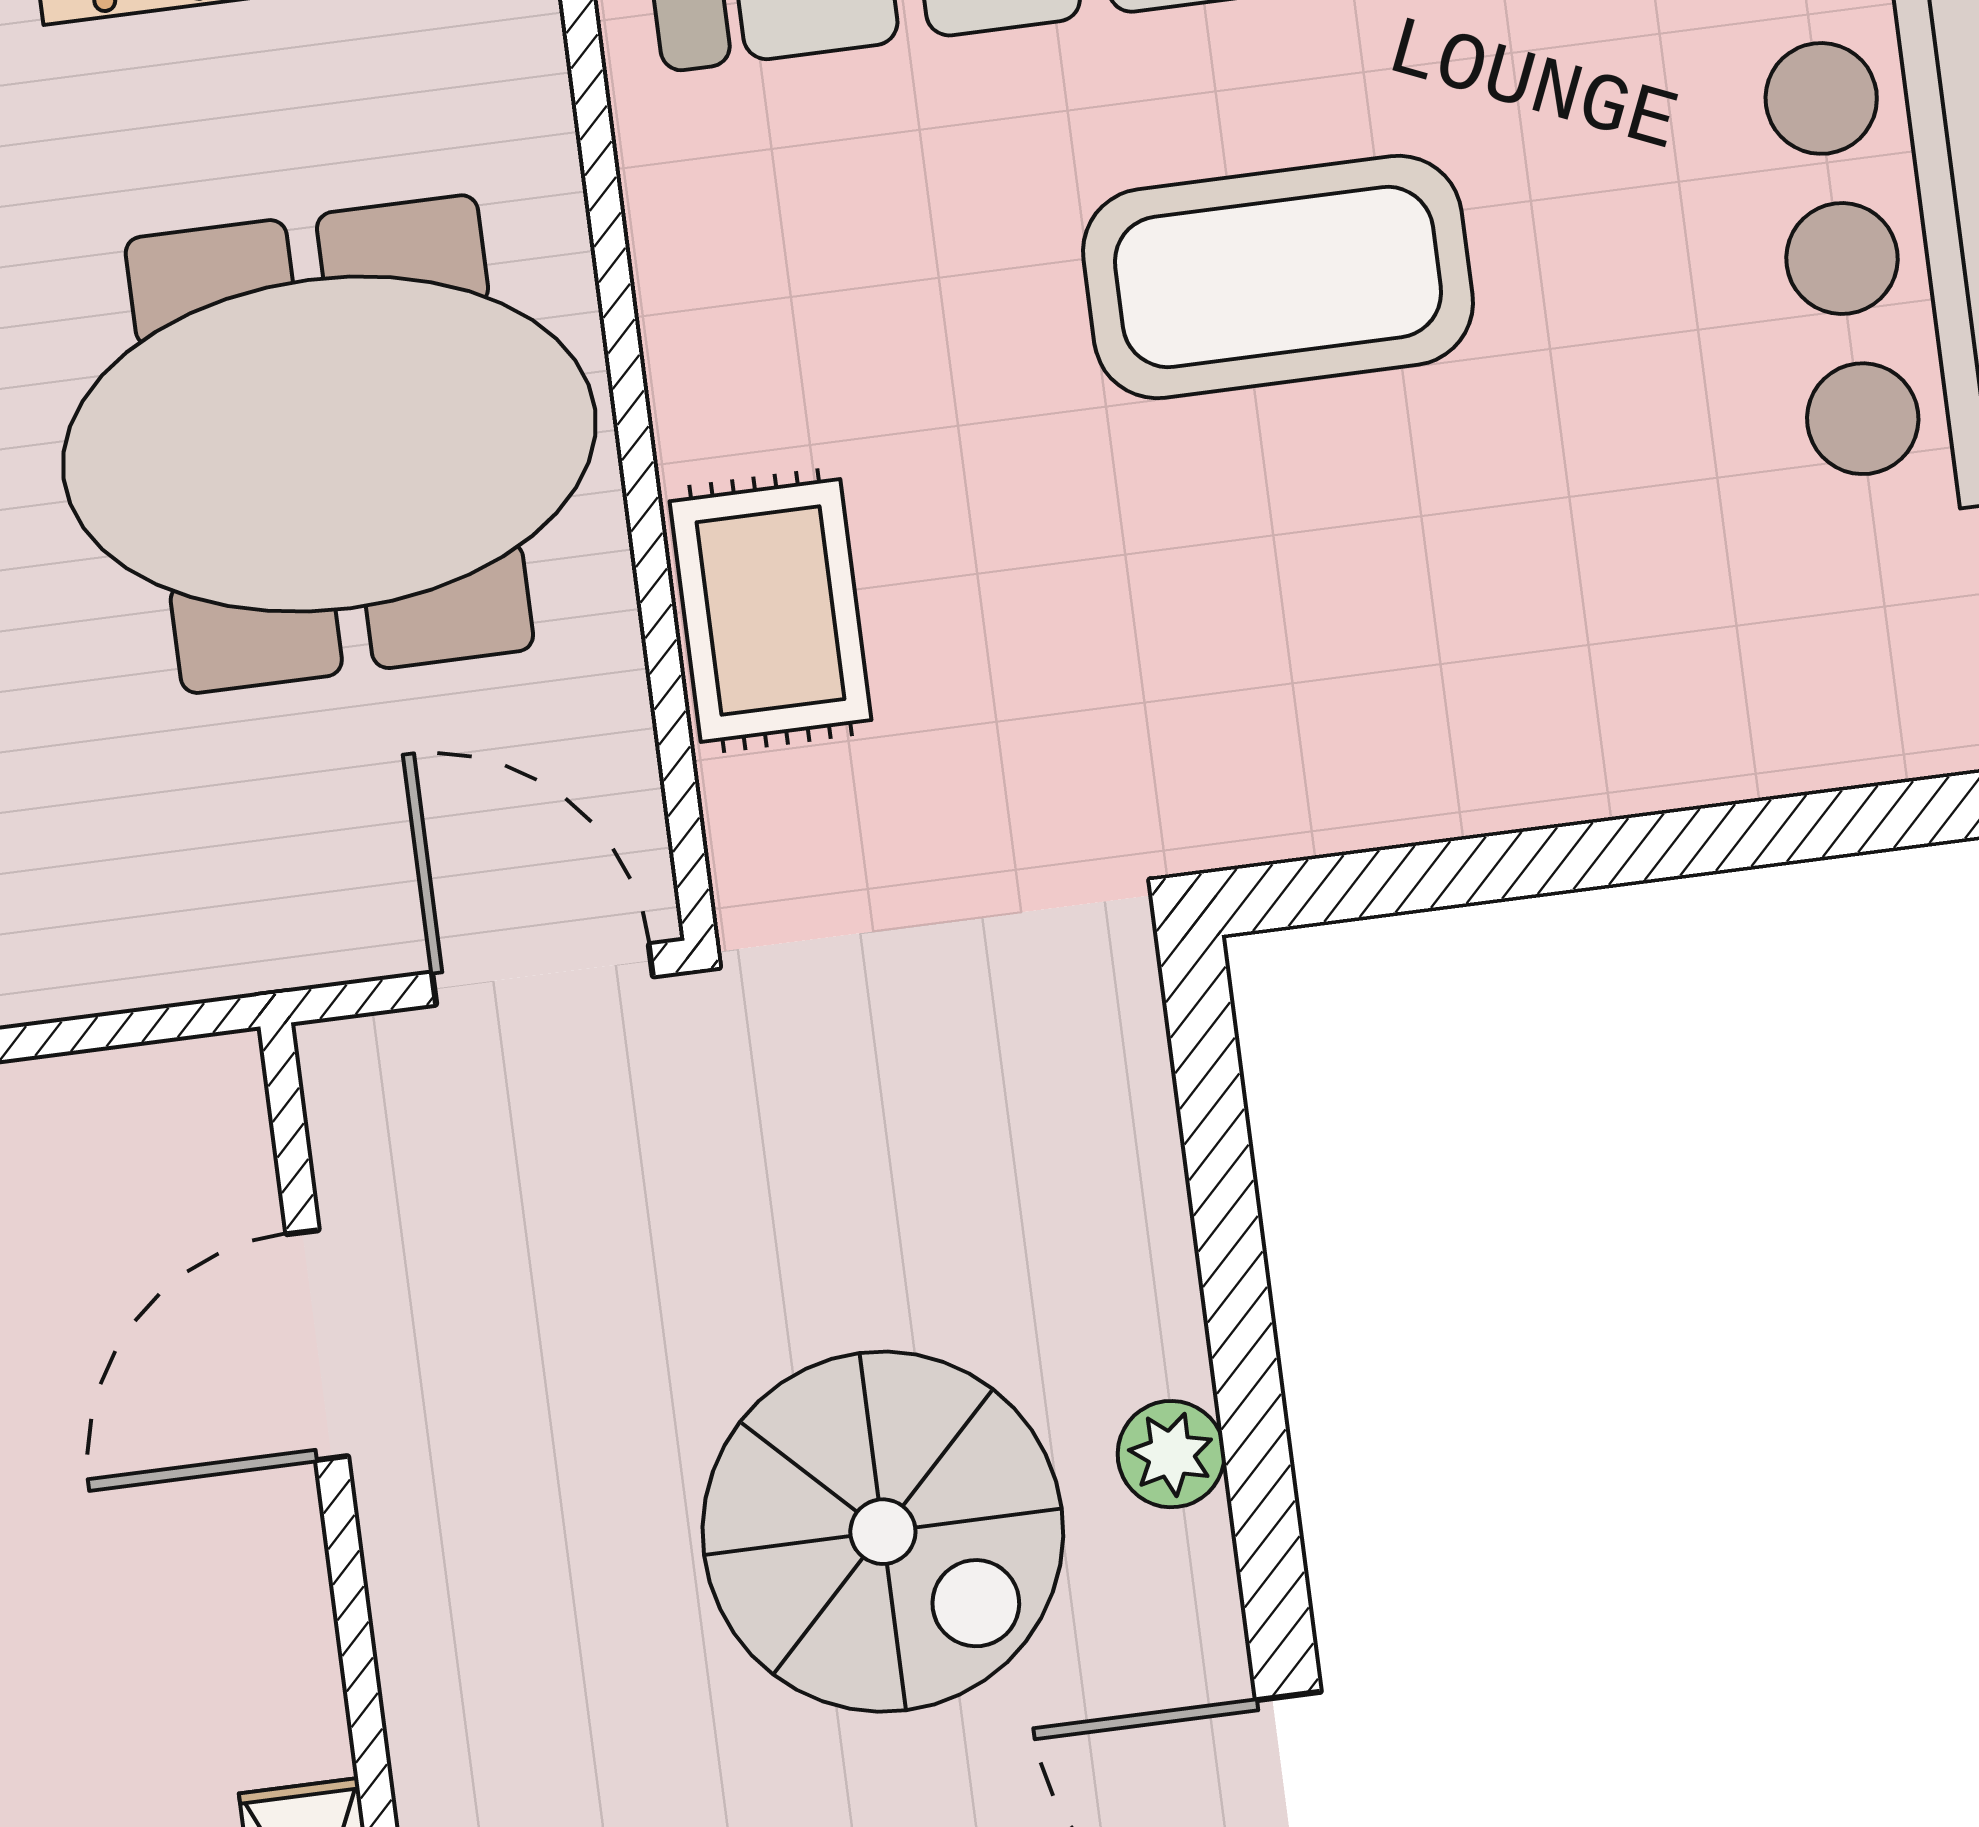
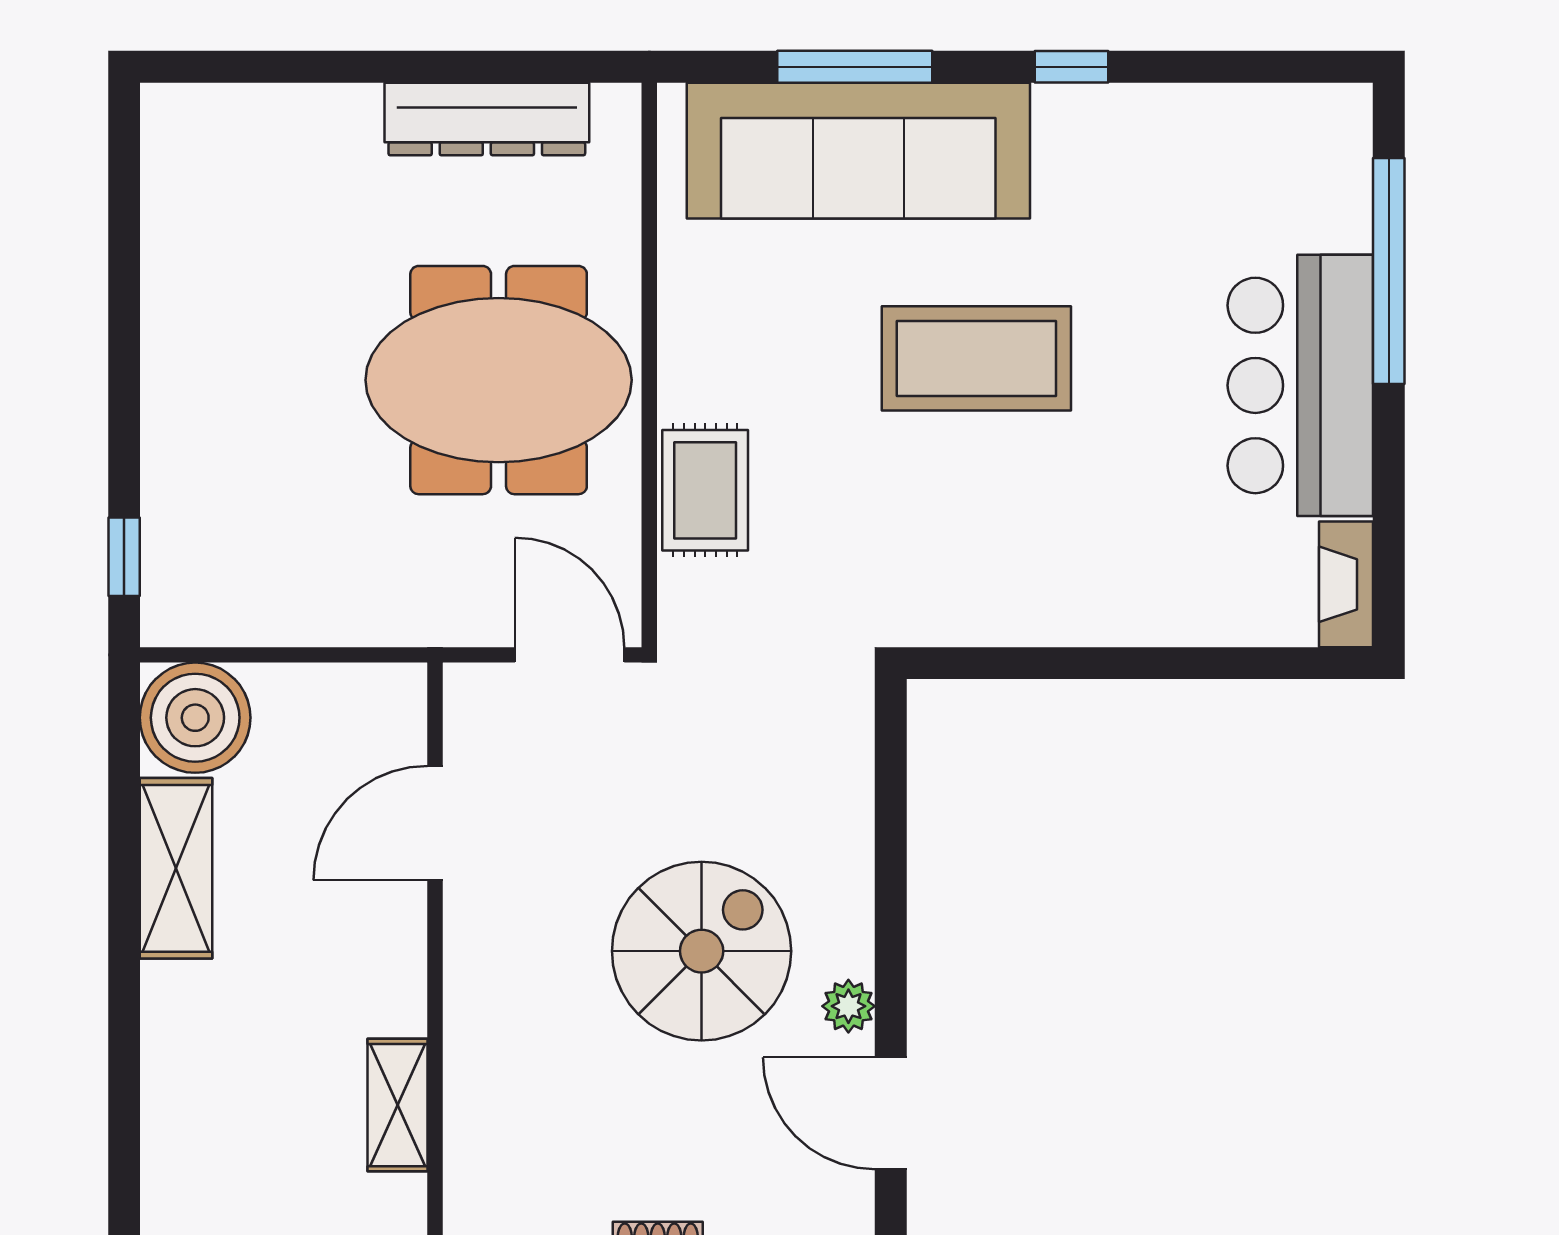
plant: (1171, 1454) -> (848, 1006), moved
spiral stairs: (883, 1532) -> (702, 951), turned -90

